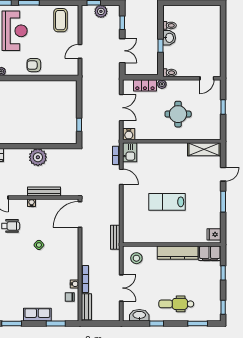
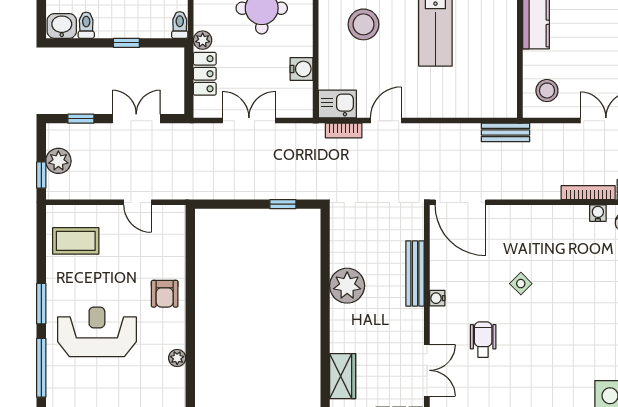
washbasin: (169, 38) -> (62, 26), moved
water cooler: (129, 134) -> (301, 69), moved
stool: (170, 166) -> (363, 24), added

